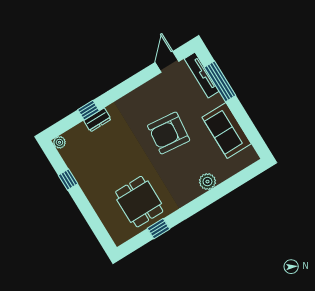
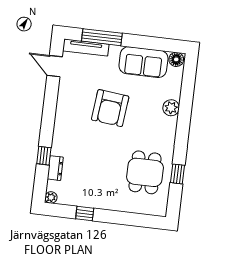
dresser: (97, 120) -> (55, 168), moved
floor lamp: (249, 155) -> (176, 59), added
dining table: (139, 202) -> (145, 172), turned 90

